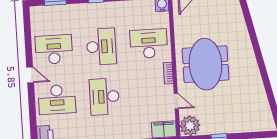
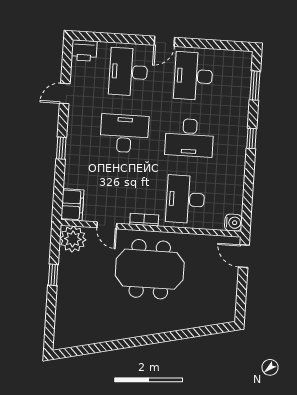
desk: (149, 44) -> (185, 199), turned 180
desk: (54, 49) -> (193, 76), turned 180
door: (176, 101) -> (107, 225), hinge flipped

